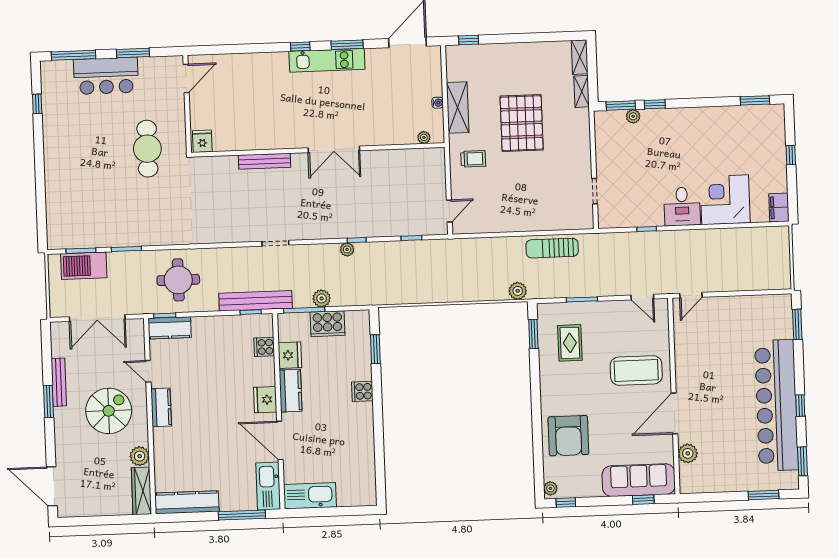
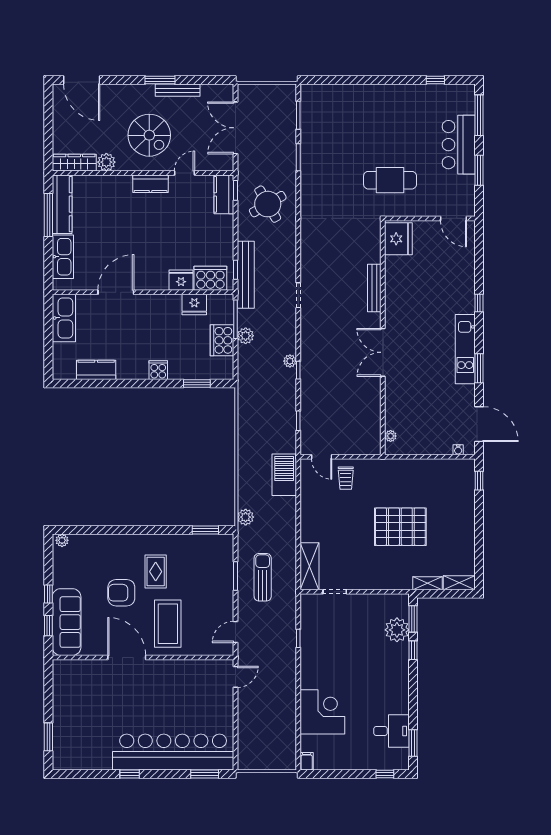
window: (300, 46) -> (479, 303), moved
water cooler: (438, 103) -> (458, 450), moved
shelving: (458, 108) -> (309, 566), moved, turned 90
plant: (633, 116) -> (397, 630), width x1.88, depth x1.88
fridge: (202, 141) -> (398, 239), width x1.88, depth x1.34
window: (791, 155) -> (385, 774), moved
trolley: (473, 159) -> (346, 478), moved
desk: (682, 206) -> (391, 731), moved, turned 180
filing cabinet: (779, 208) -> (307, 761), width x0.50
sun lounger: (552, 248) -> (263, 577), moved
barbecue: (84, 266) -> (284, 475), moved
round table: (178, 280) -> (268, 204), turned -30
door: (691, 295) -> (235, 677), swing flipped
rug: (570, 343) -> (156, 572), moved, turned 90
cooker: (264, 347) -> (210, 278), width x1.87, depth x1.31
kitchen counter: (291, 391) -> (96, 370), moved, turned 180
fridge: (265, 400) -> (181, 280), moved
bar counter: (777, 405) -> (173, 752), moved
armchair: (568, 436) -> (121, 593), moved, width x0.73, depth x0.73
plant: (688, 453) -> (89, 668), removed
window: (802, 461) -> (78, 774), removed
door: (52, 486) -> (82, 80), swing flipped
kitchen sink: (268, 486) -> (63, 257), moved, turned 90
window: (566, 503) -> (48, 594), moved
window: (242, 515) -> (48, 215), moved

